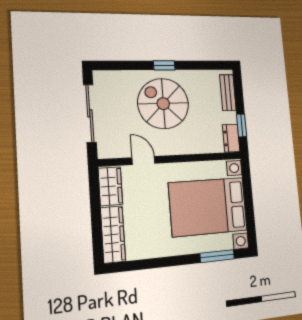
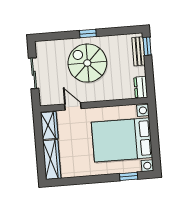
sliding door: (90, 113) -> (34, 73), width x0.73
window: (242, 125) -> (147, 46), moved
window: (217, 256) -> (129, 176), width x0.67

